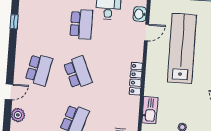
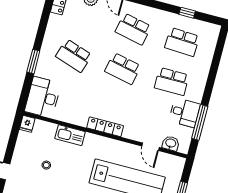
school desk: (42, 21) -> (182, 42), added
school desk: (78, 72) -> (123, 69), turned 36

